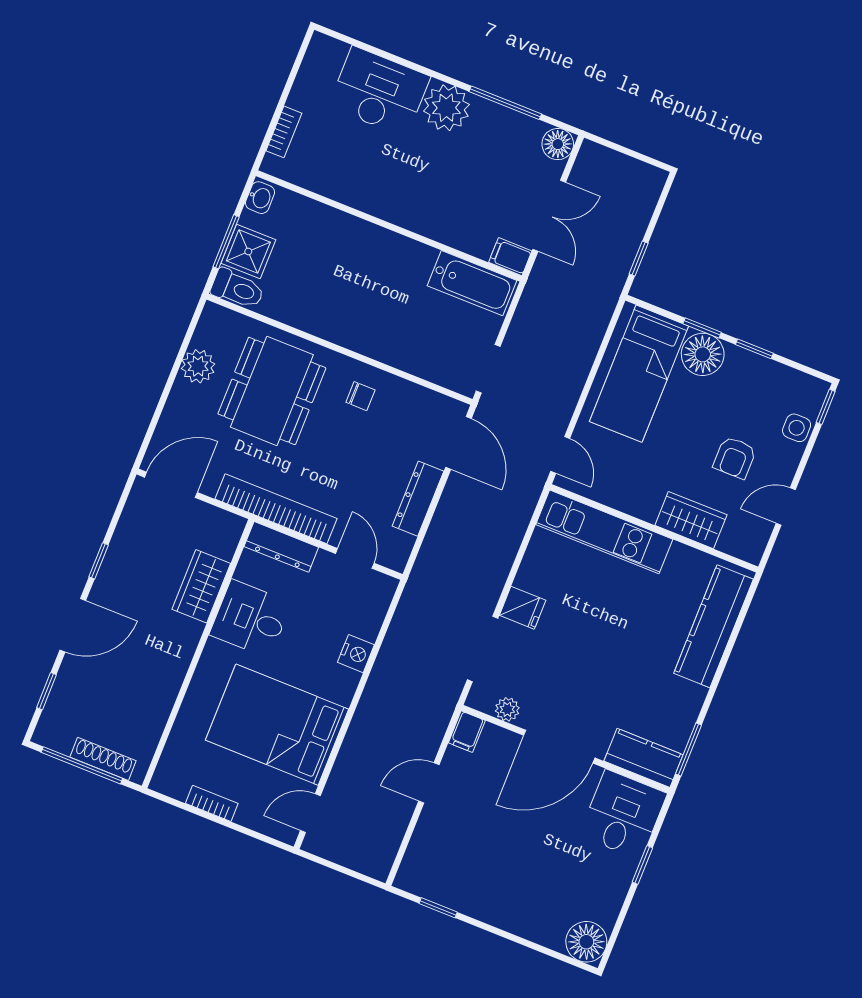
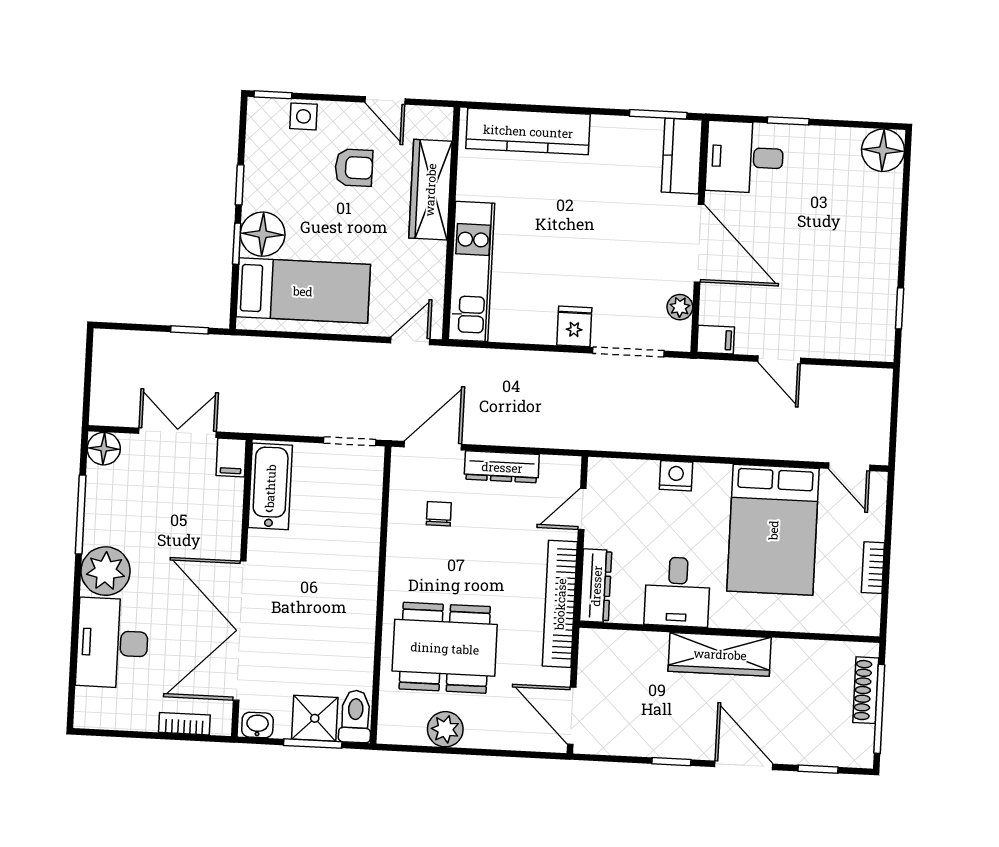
double door: (351, 211) -> (240, 631), added
chair: (360, 396) -> (439, 514), moved
wardrobe: (691, 520) -> (430, 190), width x1.50
wardrobe: (201, 586) -> (720, 654), moved, width x1.50

